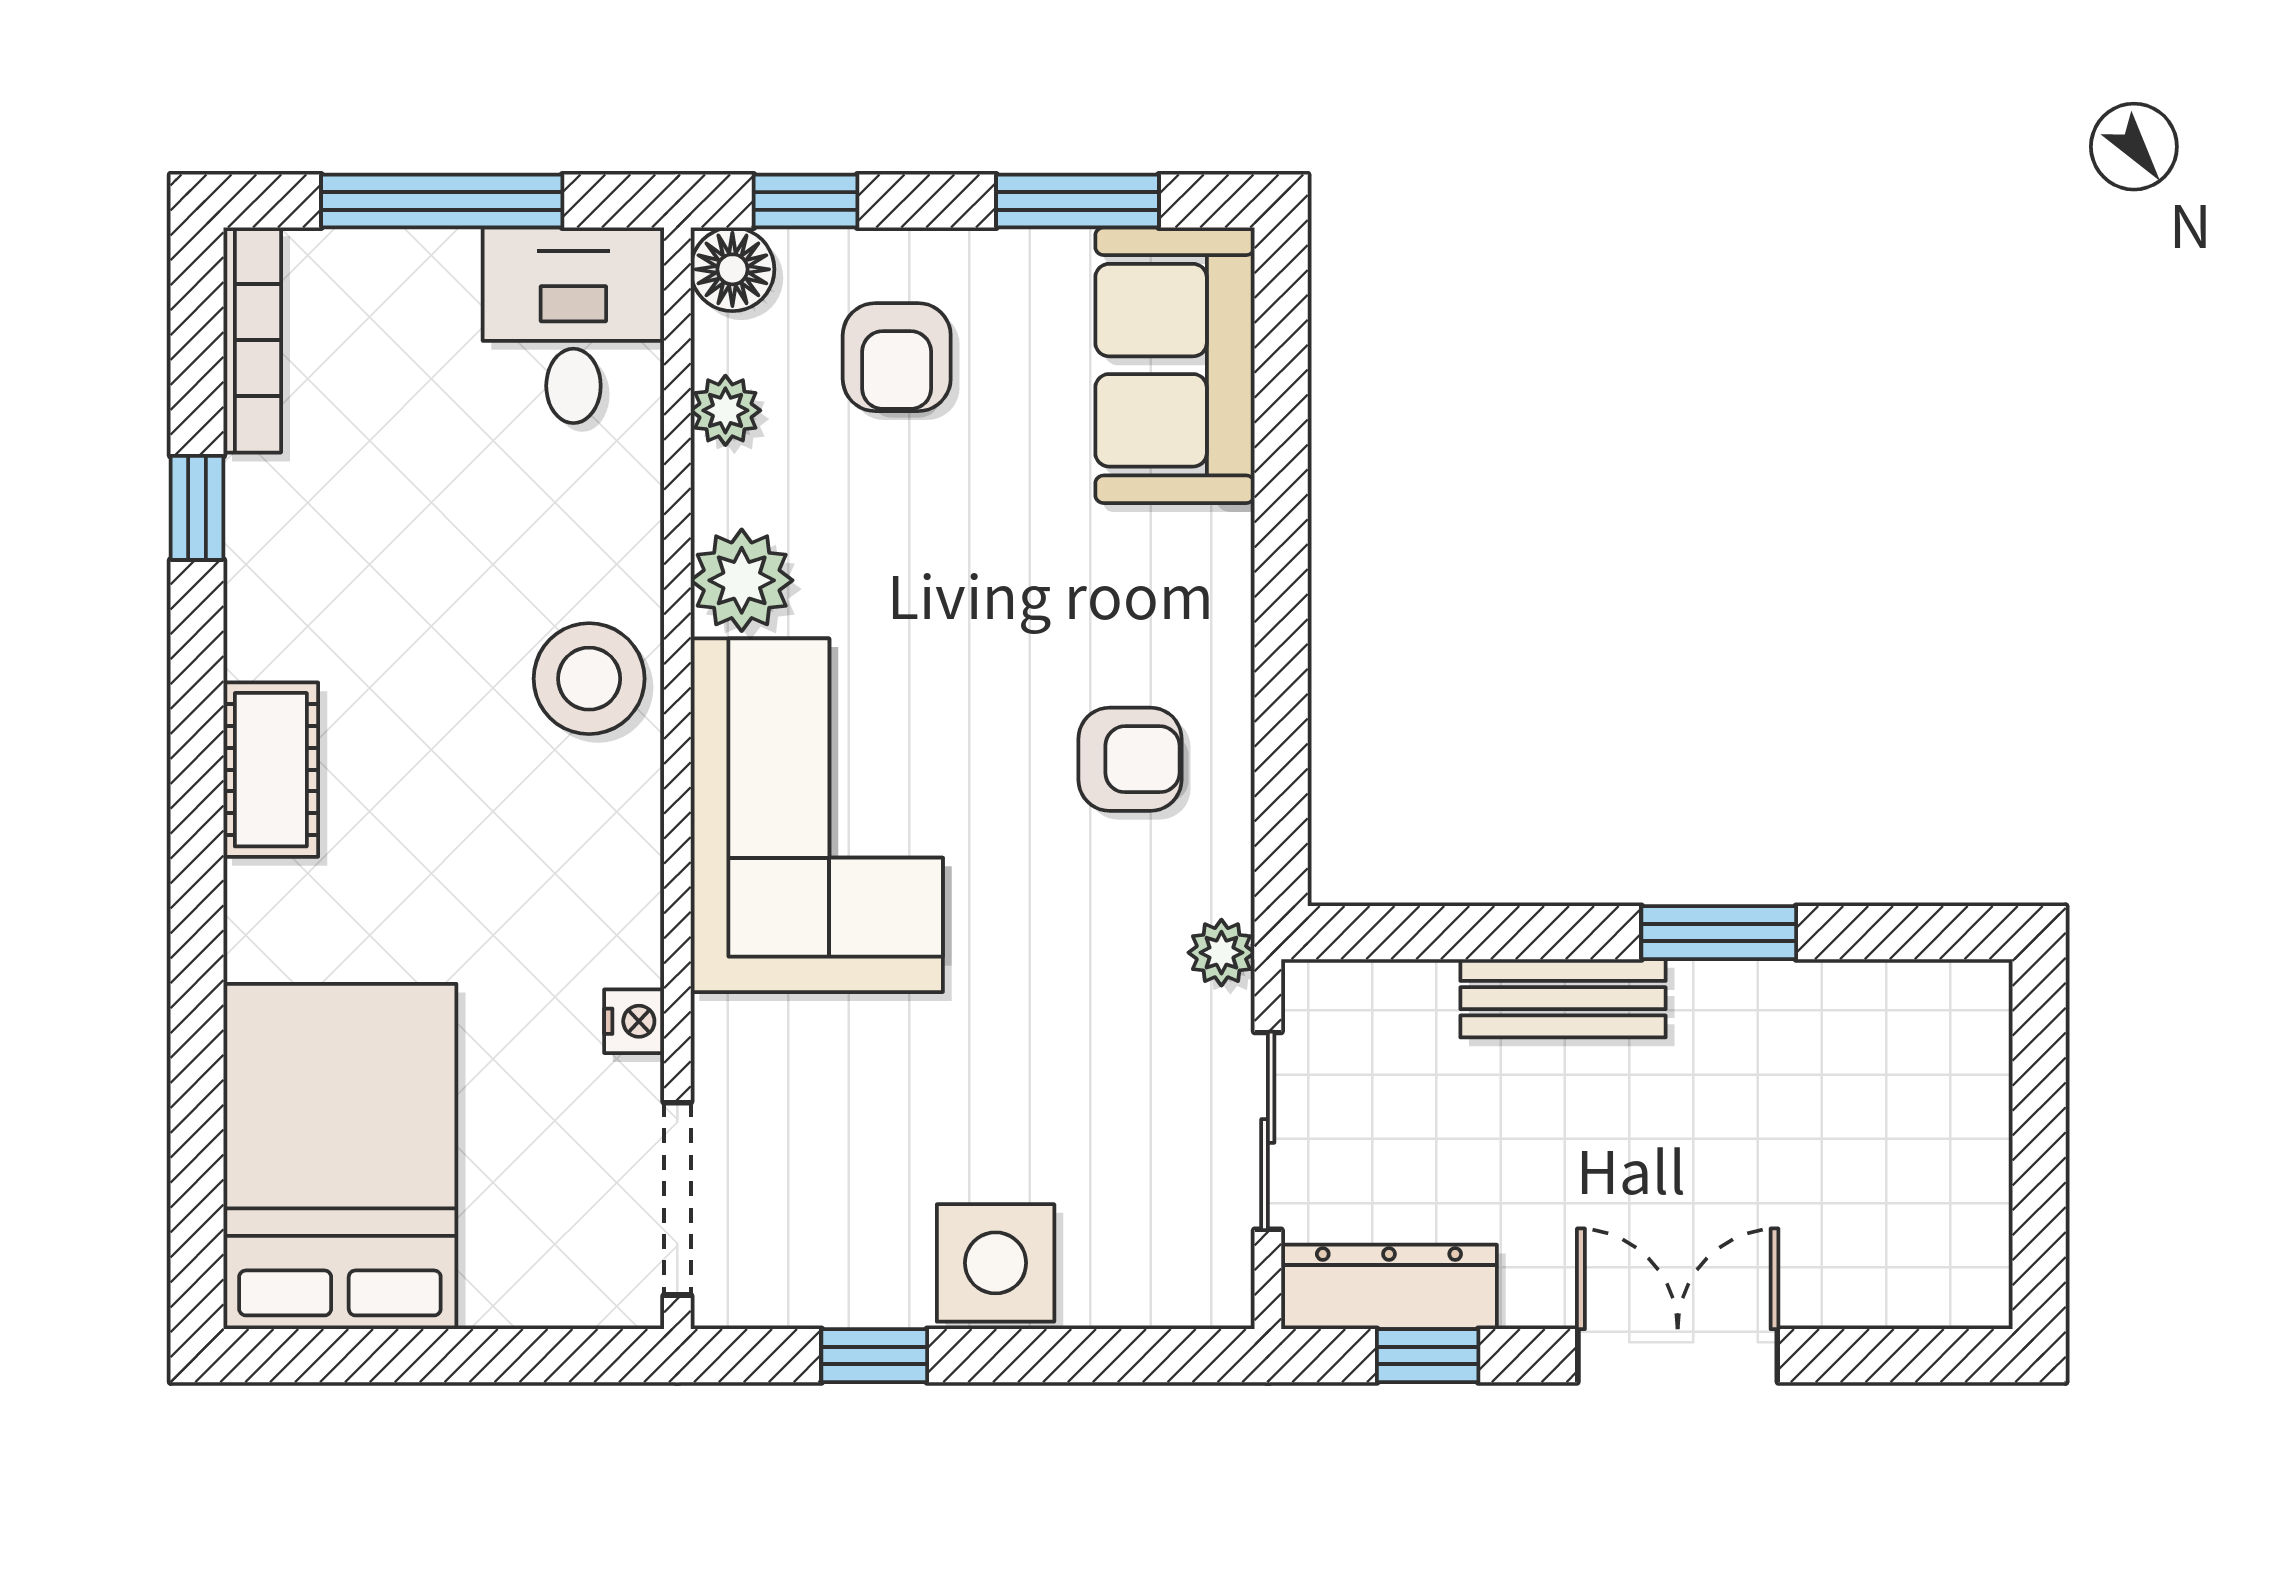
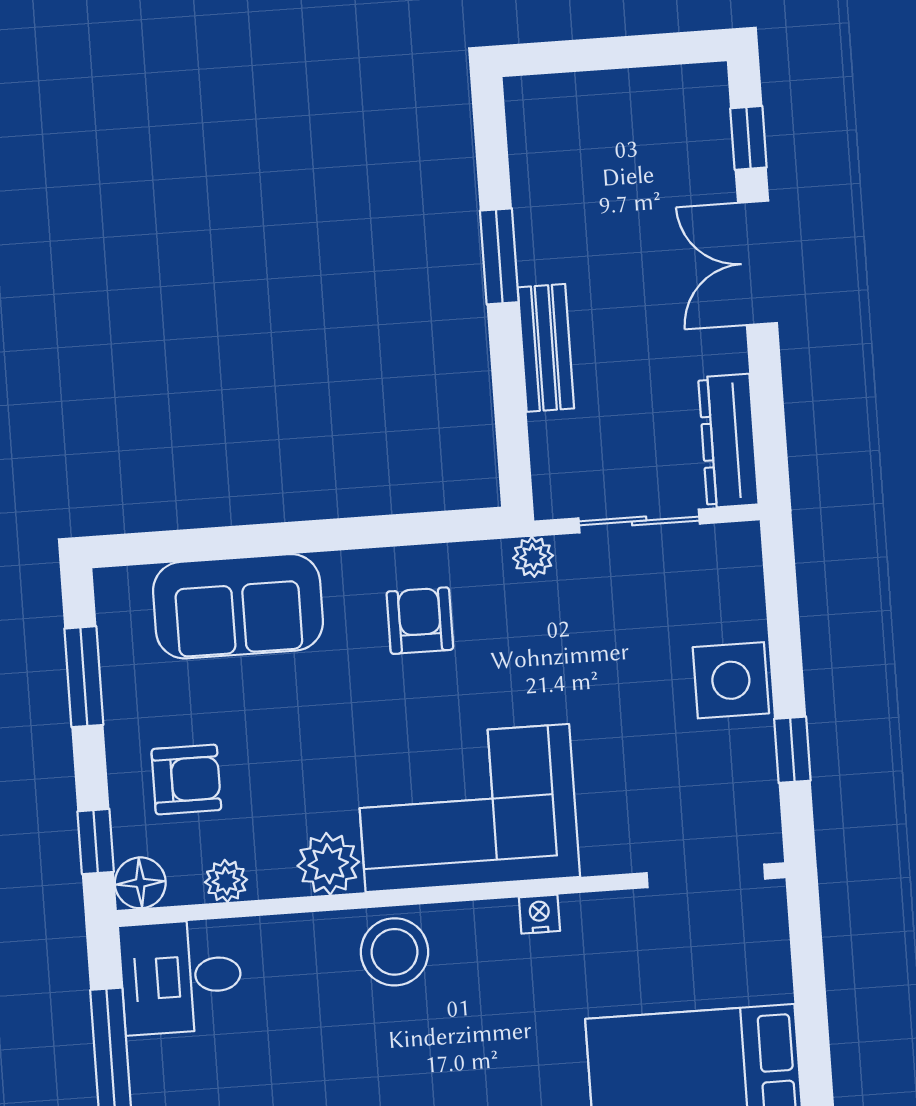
sofa: (1175, 365) -> (238, 606), moved
nightstand: (634, 1021) -> (539, 914), moved
window: (1428, 1356) -> (748, 138), moved

